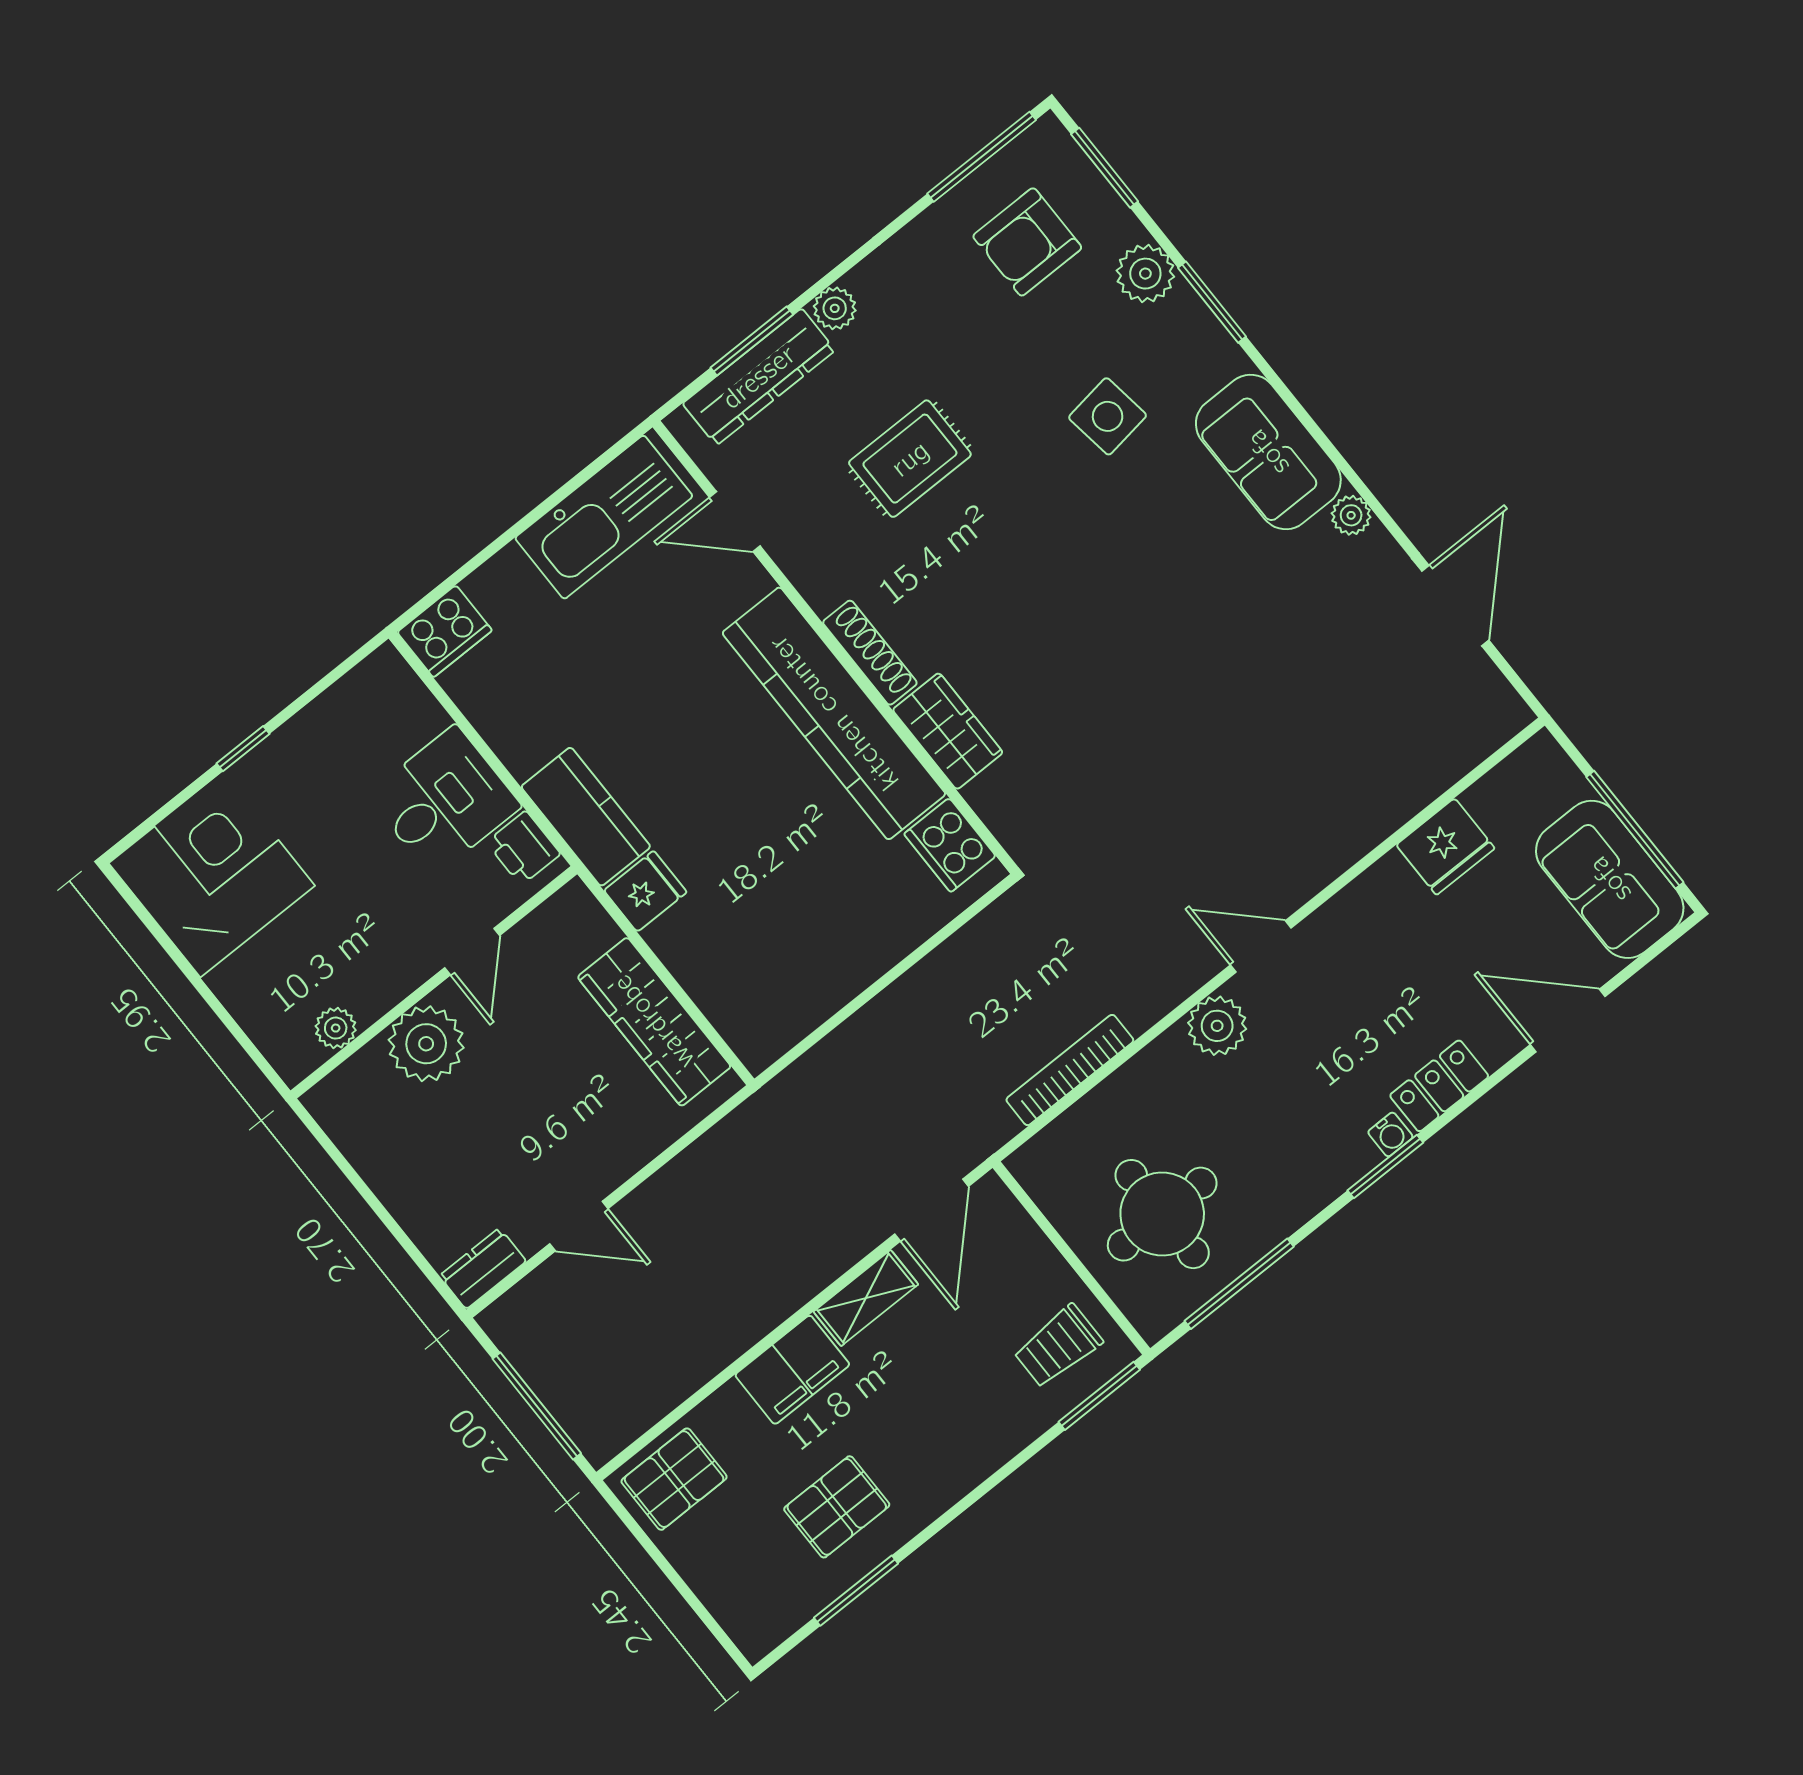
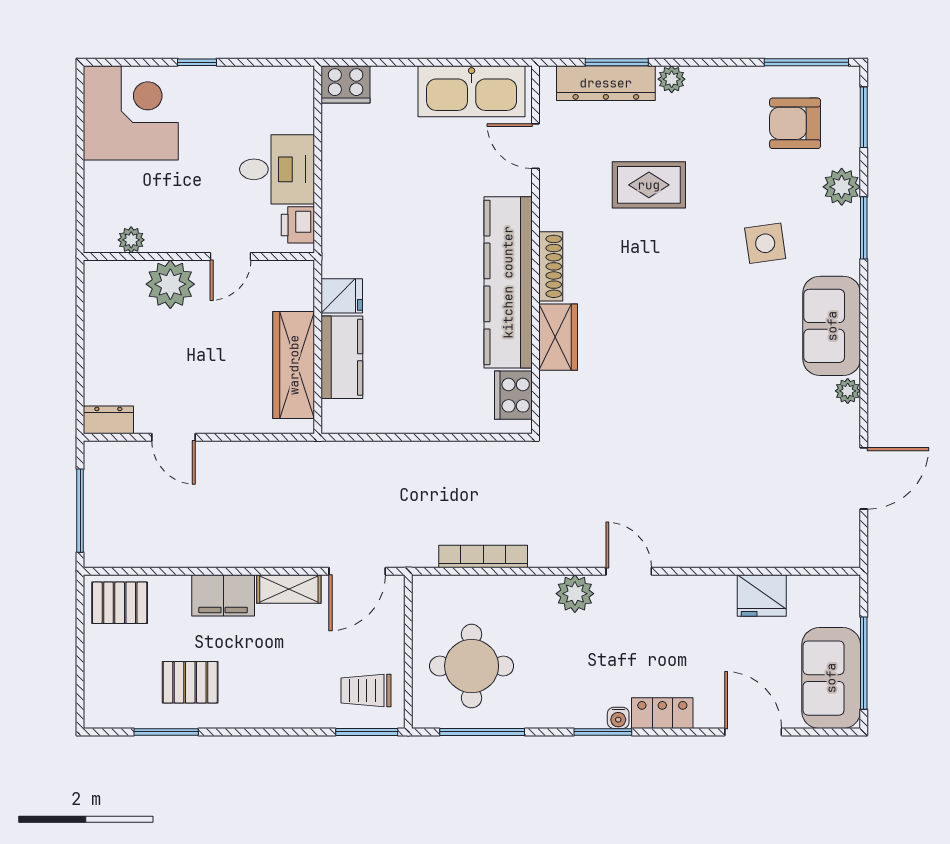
kitchen counter: (586, 817) -> (342, 357), moved

